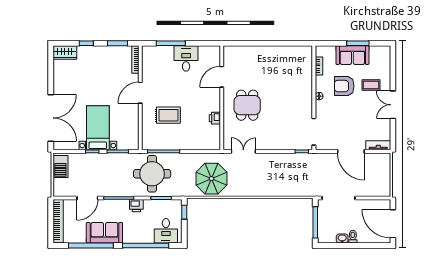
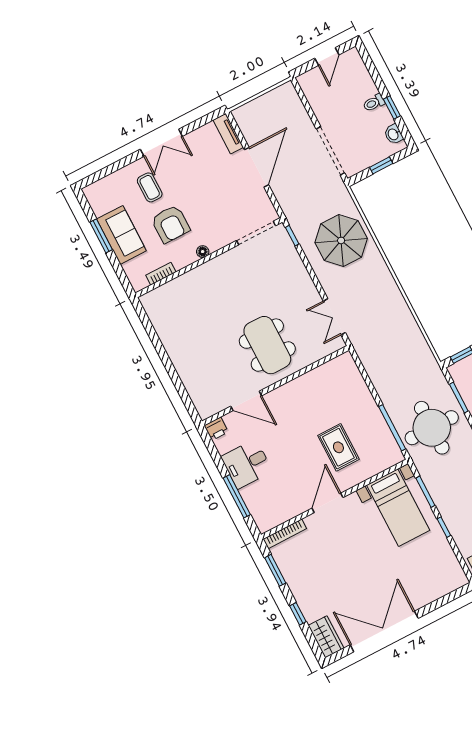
door: (140, 93) -> (327, 503), swing flipped
dining table: (247, 105) -> (267, 345), width x1.38
double door: (51, 118) -> (384, 631), moved
printer: (215, 118) -> (216, 429), moved
bed with nightstands: (98, 128) -> (398, 508), moved, turned -90
parasol: (211, 179) -> (341, 240), moved
window: (315, 222) -> (381, 165), width x0.46
door: (393, 224) -> (327, 57), width x0.53
washbasin: (342, 239) -> (393, 134), moved
window: (345, 246) -> (392, 107), added

